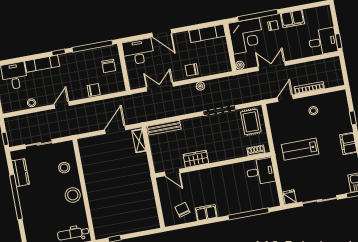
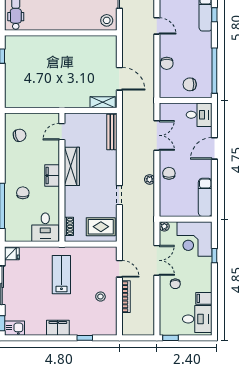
window: (258, 15) -> (214, 256), width x0.32
filing cabinet: (292, 19) -> (204, 298), width x0.50
chair: (273, 26) -> (175, 284), moved
desk: (323, 42) -> (197, 319), moved, turned -90
window: (59, 52) -> (214, 15), moved
desk: (138, 52) -> (199, 115), width x0.73
doorway: (219, 110) -> (119, 195), width x0.53
wardrobe: (196, 159) -> (72, 166), width x1.50
stool: (64, 168) -> (107, 20), moved
stool: (73, 195) -> (57, 20), removed
chair: (233, 197) -> (23, 193), added
filing cabinet: (206, 213) -> (52, 176), moved, turned 180

